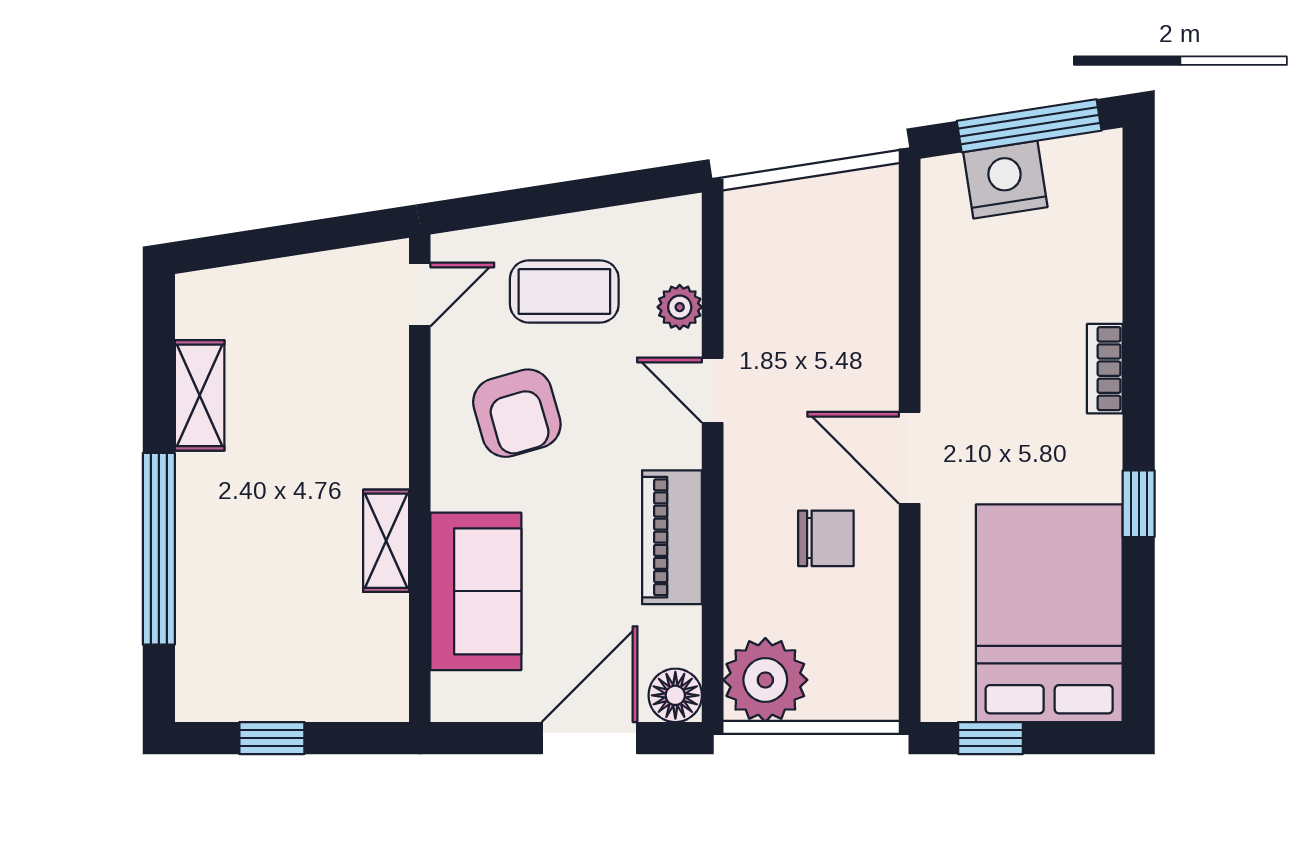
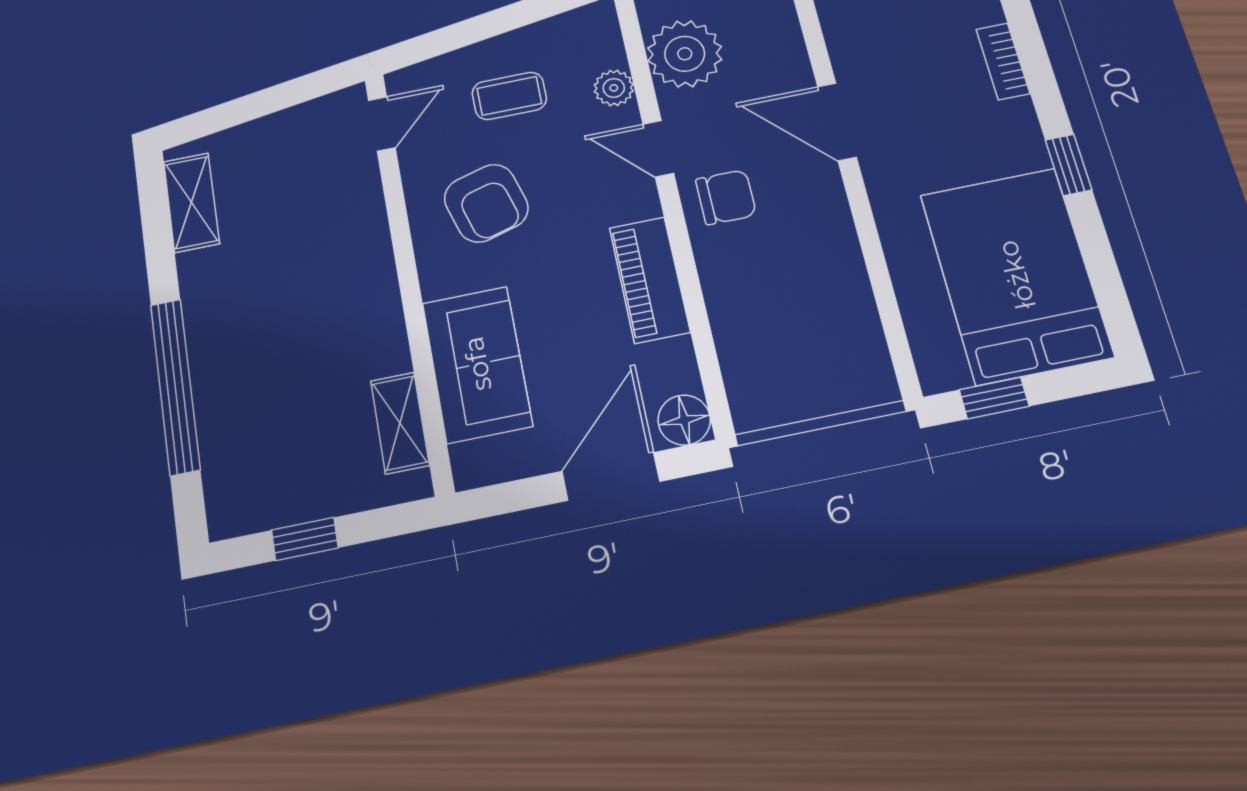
coffee table: (564, 291) -> (509, 96), width x0.73, depth x0.77
shelving: (200, 395) -> (191, 202), moved
door: (910, 458) -> (837, 122), moved
chair: (826, 538) -> (726, 197), moved
shelving: (386, 541) -> (400, 423), moved
plant: (765, 680) -> (685, 54), moved

